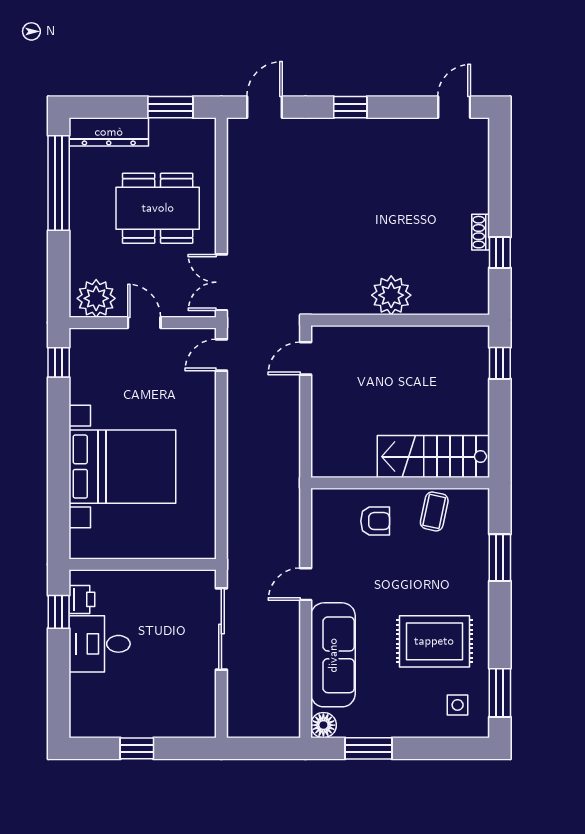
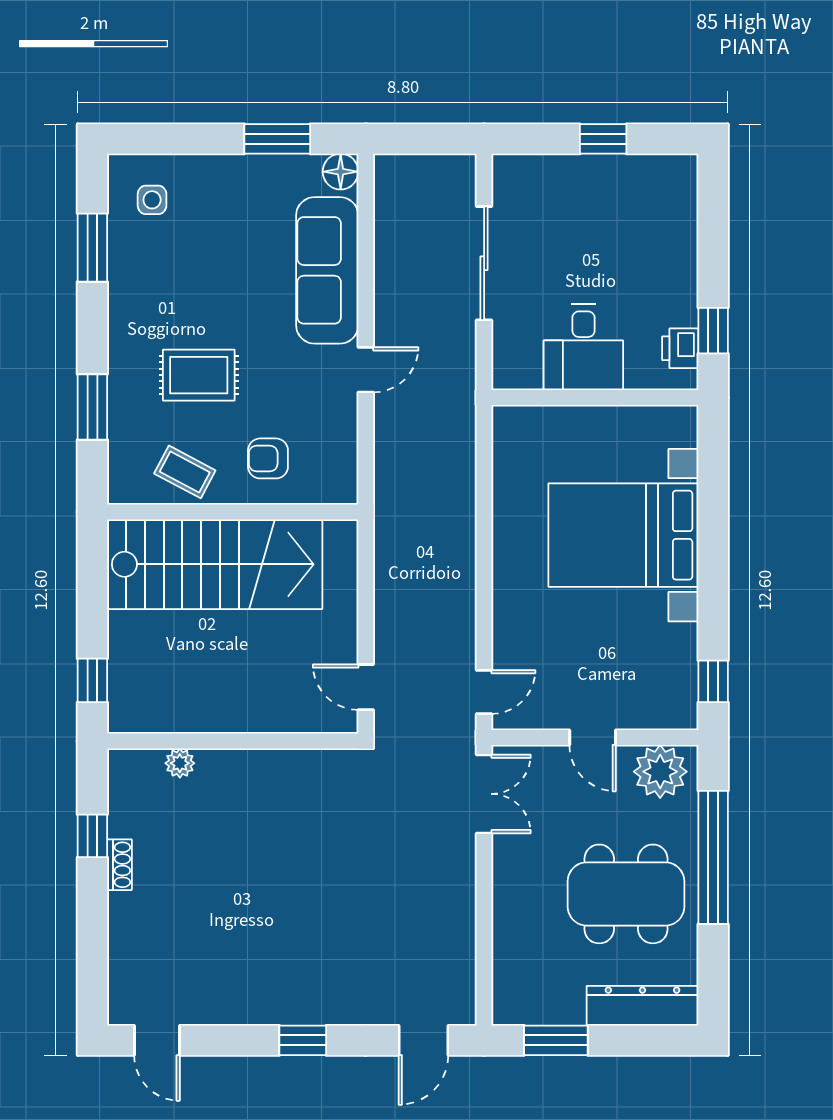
door: (454, 107) -> (157, 1040), hinge flipped
window: (59, 183) -> (713, 857), moved
dining table: (158, 208) -> (626, 894), moved
plant: (391, 295) -> (180, 763), moved, width x0.53, depth x0.53
door: (306, 358) -> (366, 687), swing flipped
stairs: (433, 457) -> (215, 564), width x1.36, depth x1.51
coffee table: (434, 511) -> (185, 472), turned -74
sliding door: (221, 629) -> (484, 263), moved
rug: (434, 641) -> (199, 375), moved, width x0.73, depth x0.70
desk: (100, 644) -> (583, 347), moved, turned 90
window: (500, 693) -> (92, 248), moved

